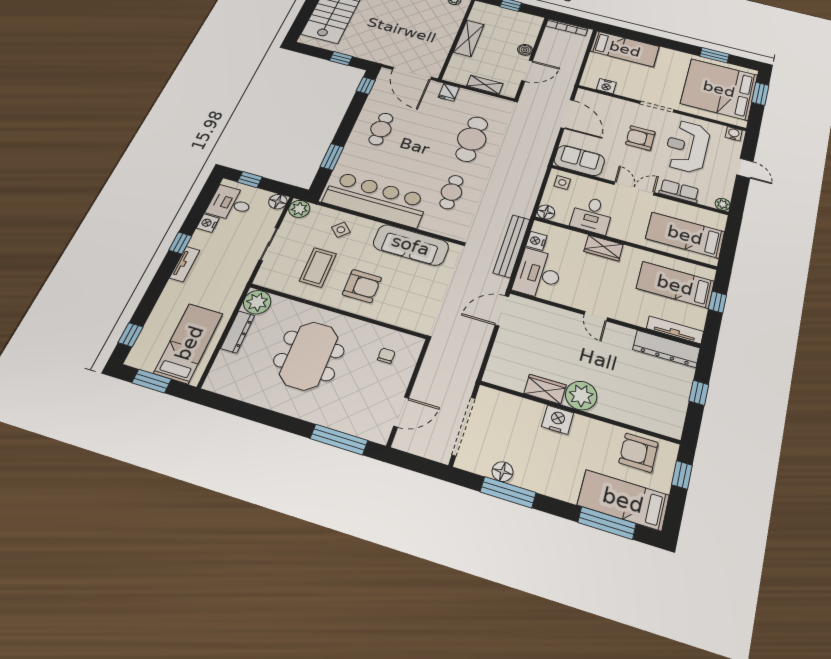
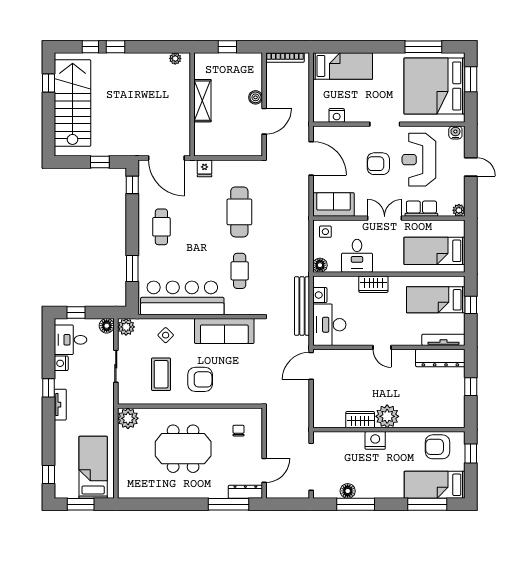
window: (715, 55) -> (423, 47), width x1.44
shelving: (485, 85) -> (233, 149), removed
dresser: (238, 332) -> (245, 492), moved, turned -90
meeting table: (309, 356) -> (183, 449), turned 90

